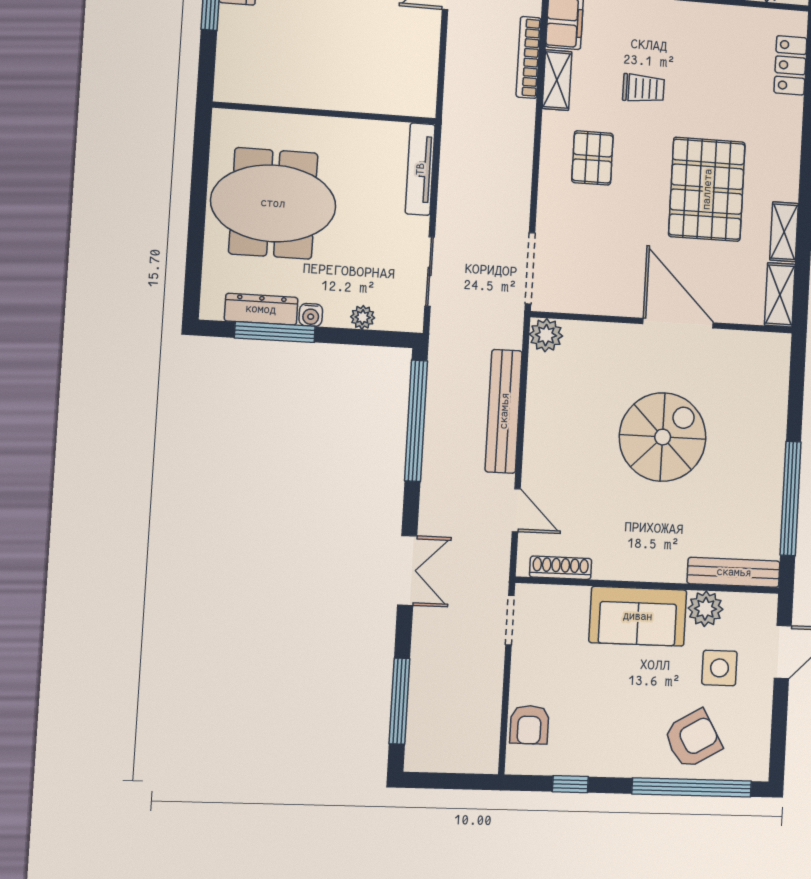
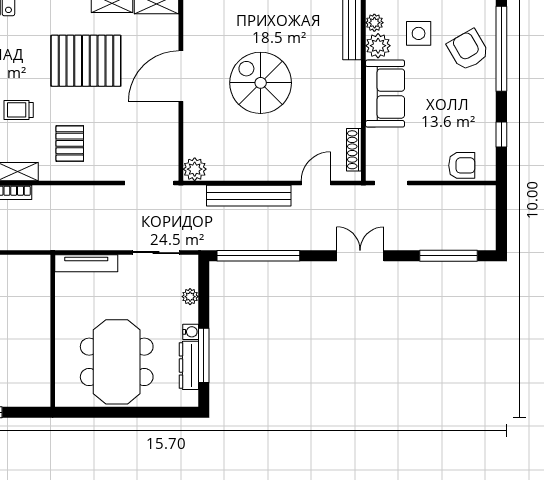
trolley: (643, 88) -> (19, 110), turned -90
pallet: (593, 158) -> (70, 143), turned 90
plant: (738, 605) -> (374, 23), added

